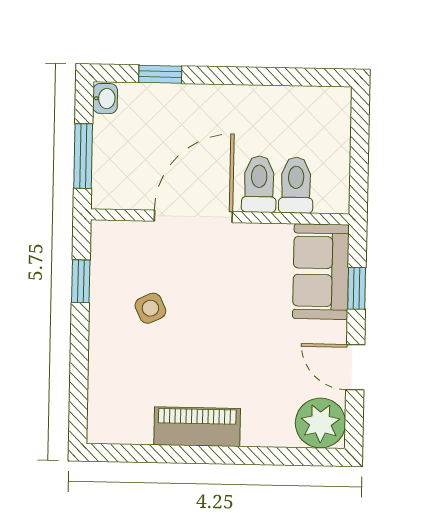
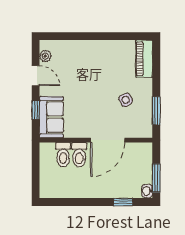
window: (83, 156) -> (156, 178), moved
window: (81, 281) -> (156, 111), width x1.50
plant: (320, 423) -> (45, 56), width x0.53, depth x0.53
piano: (197, 427) -> (144, 59), moved, turned 90

